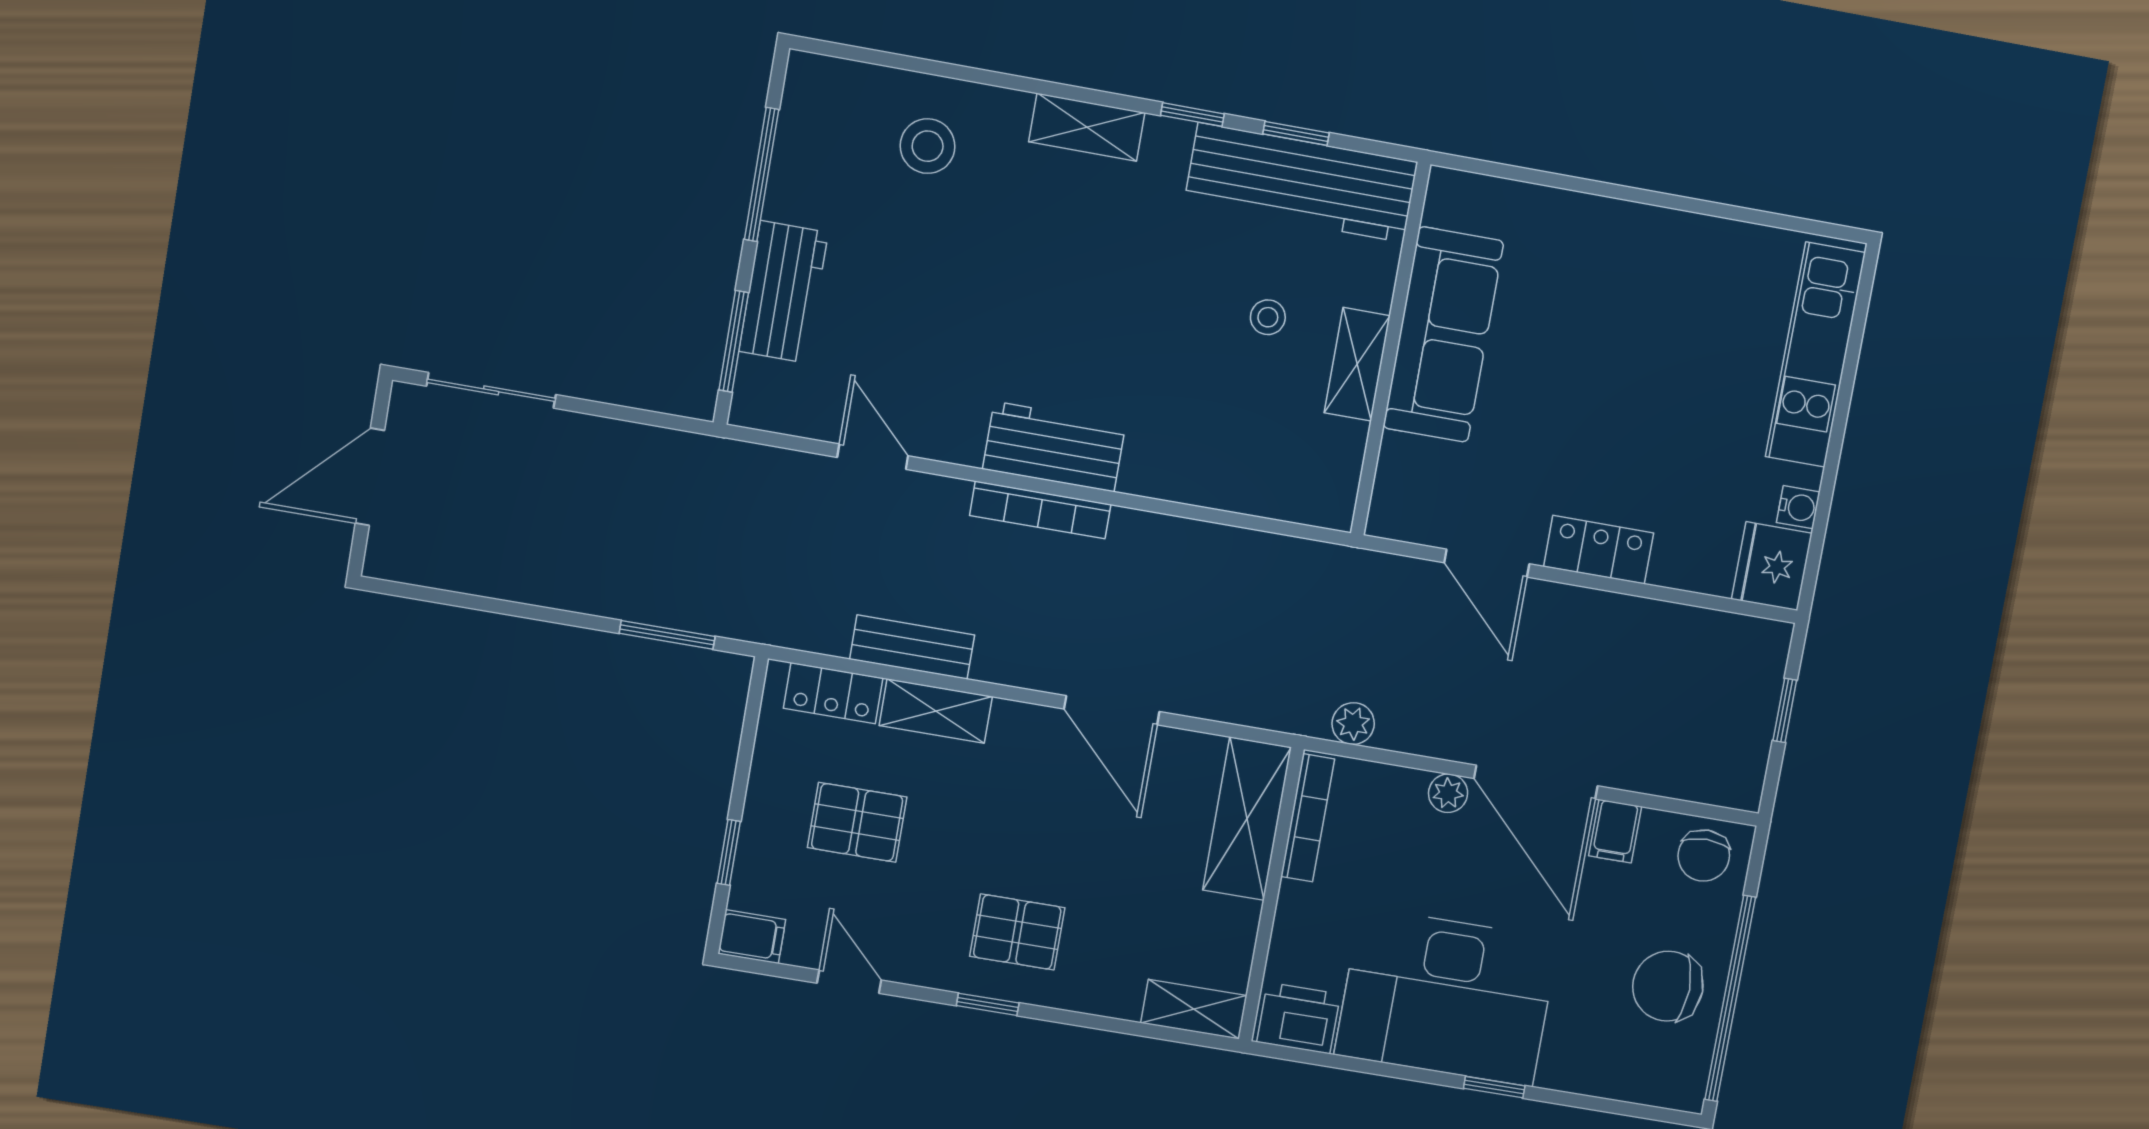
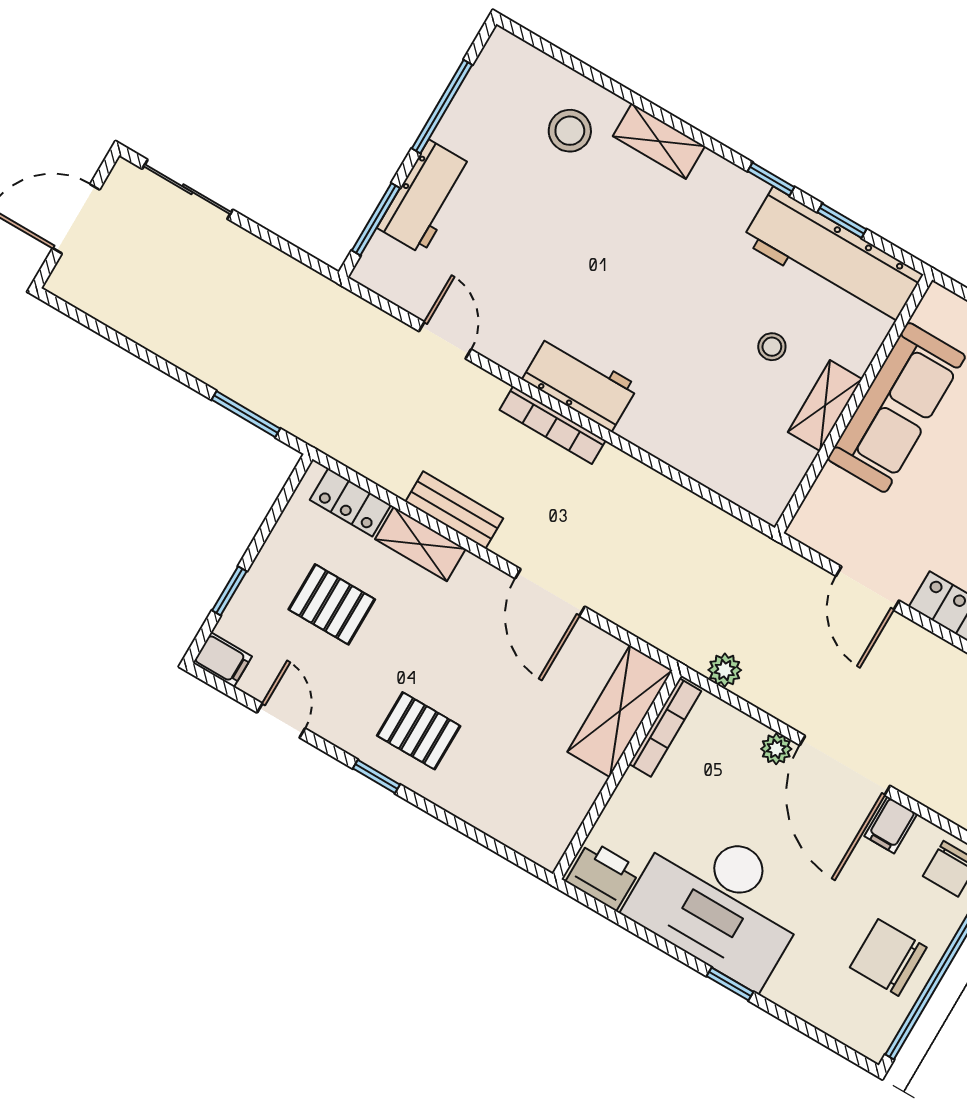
shelving: (1087, 127) -> (659, 141), moved
bench: (912, 647) -> (454, 510), moved
shelving: (1194, 1009) -> (528, 839), removed

